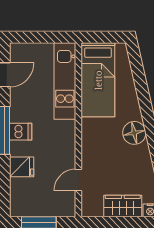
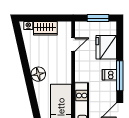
fridge: (22, 167) -> (106, 47), width x1.88, depth x1.34

